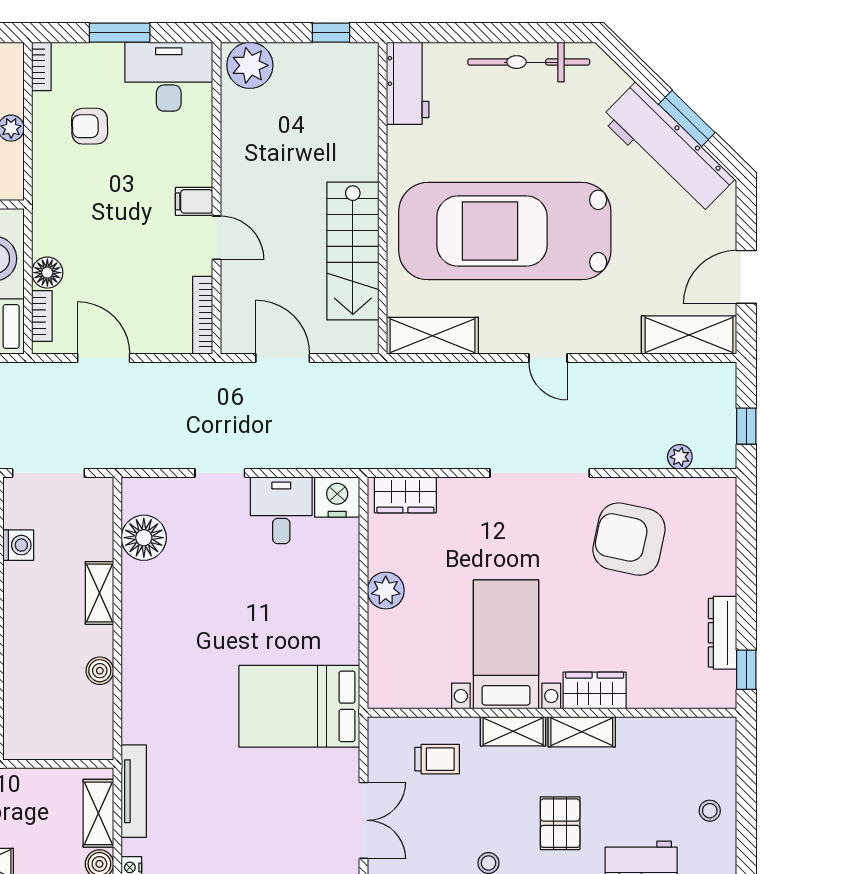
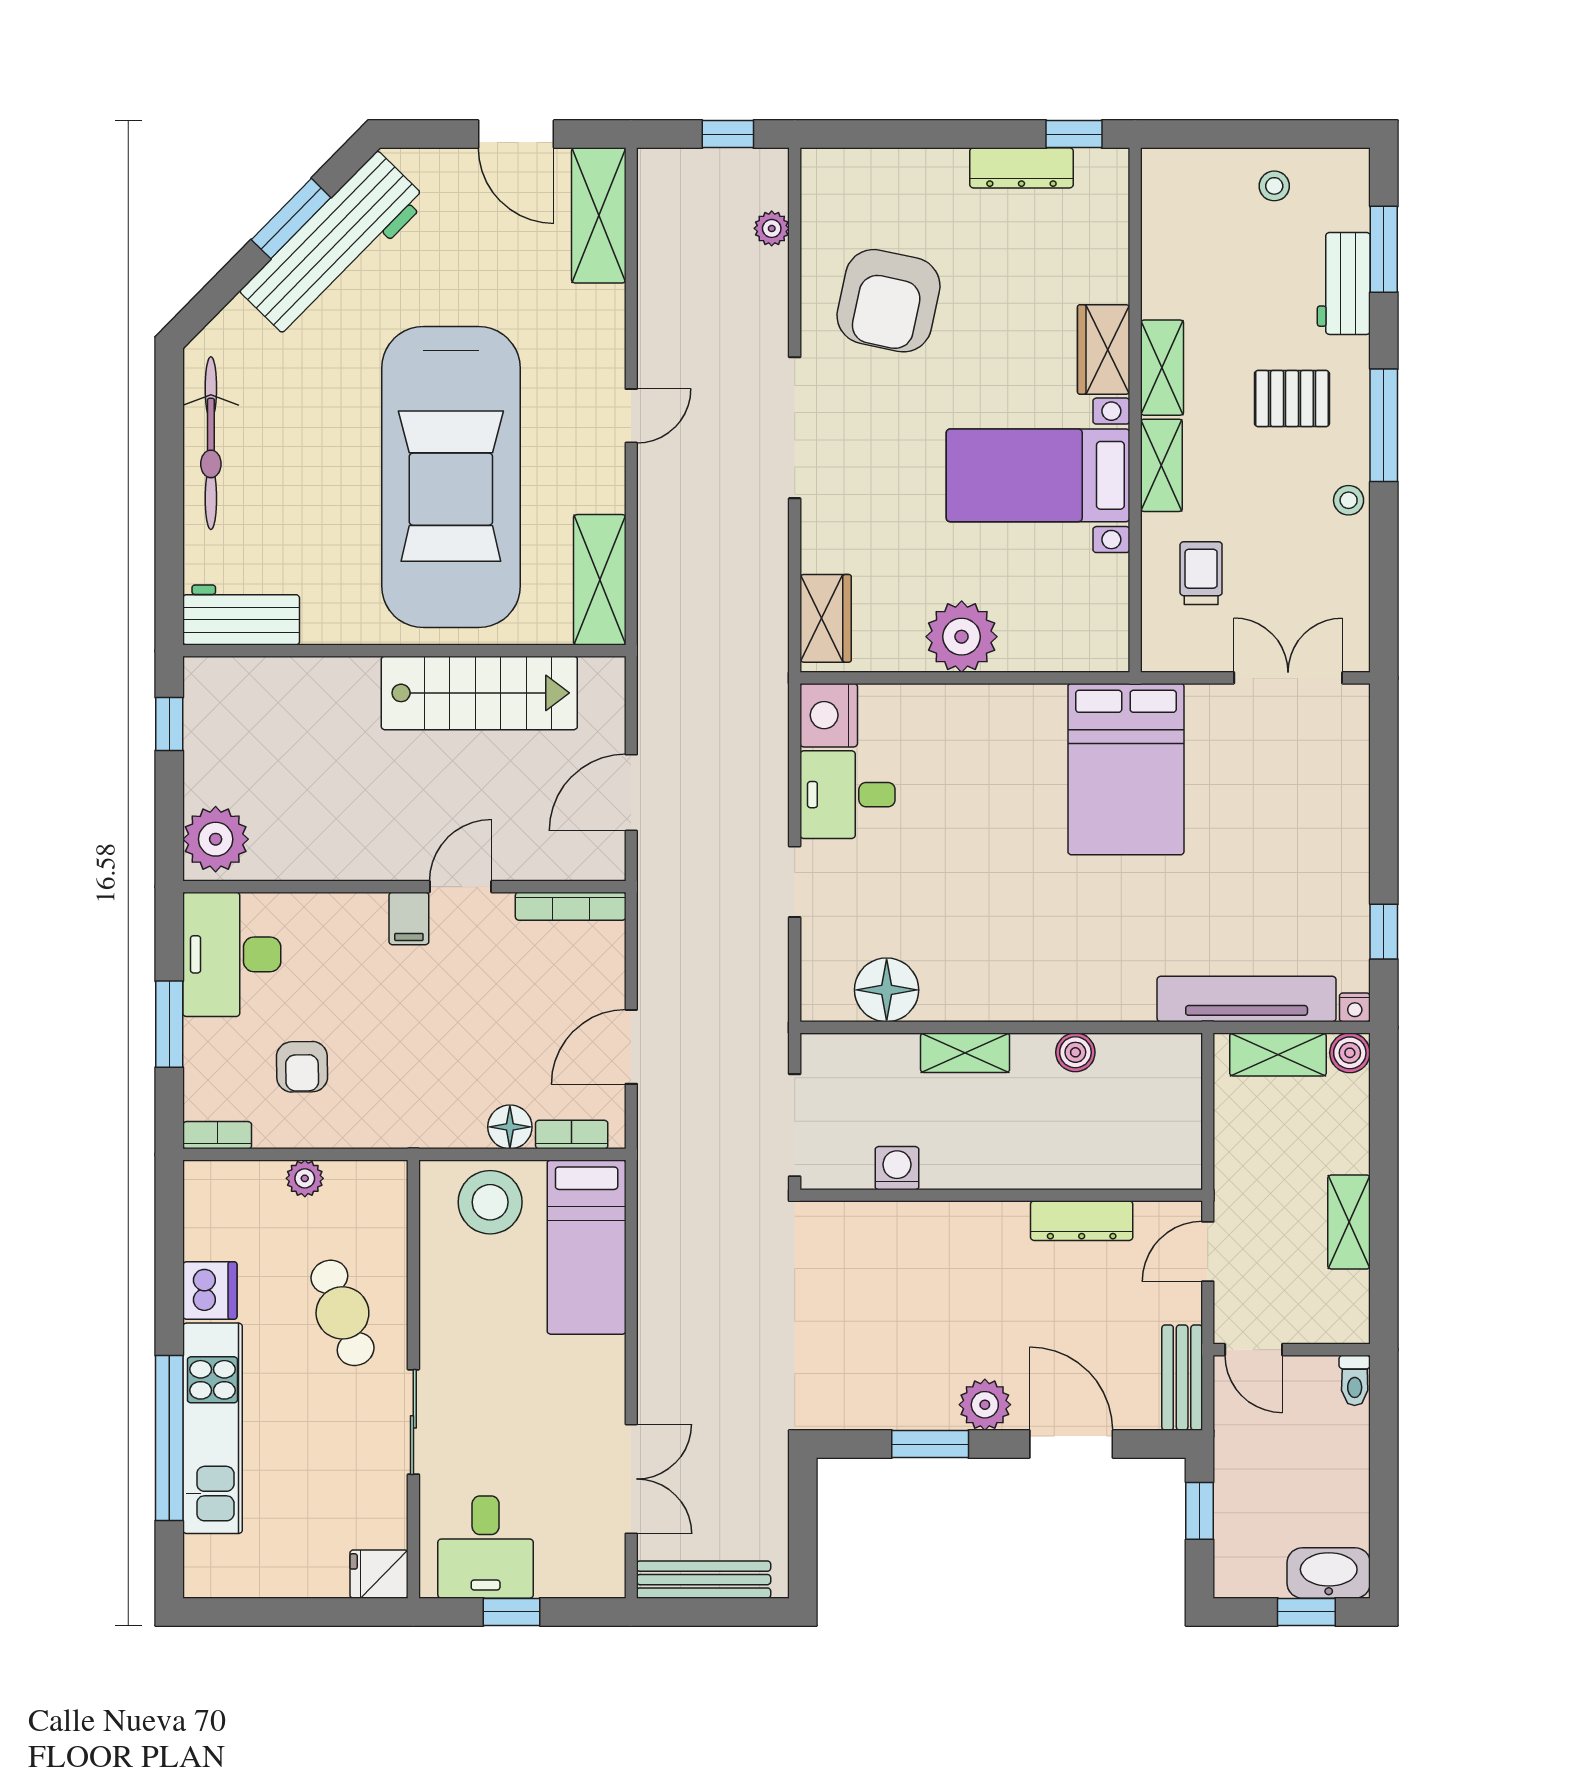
plant: (386, 591) -> (962, 637), width x1.36, depth x1.36
tv unit: (134, 791) -> (1247, 999), width x1.36, depth x1.29

